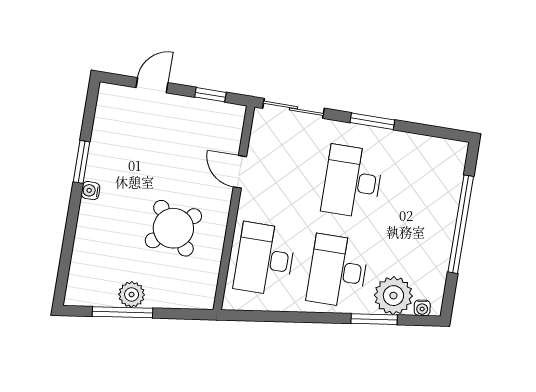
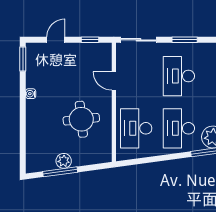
window: (81, 162) -> (23, 59), moved
water cooler: (91, 191) -> (31, 94), moved
round table: (173, 228) -> (81, 119), turned 34

